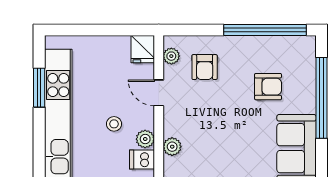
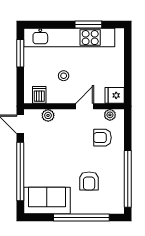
plant: (145, 139) -> (53, 97), removed

